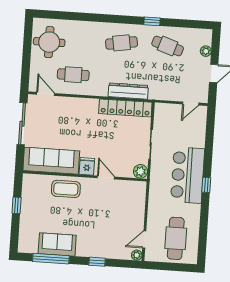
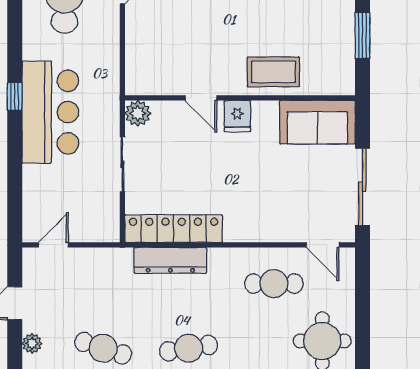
sofa: (51, 161) -> (317, 122), width x0.73
window: (17, 205) -> (362, 35), width x1.50

